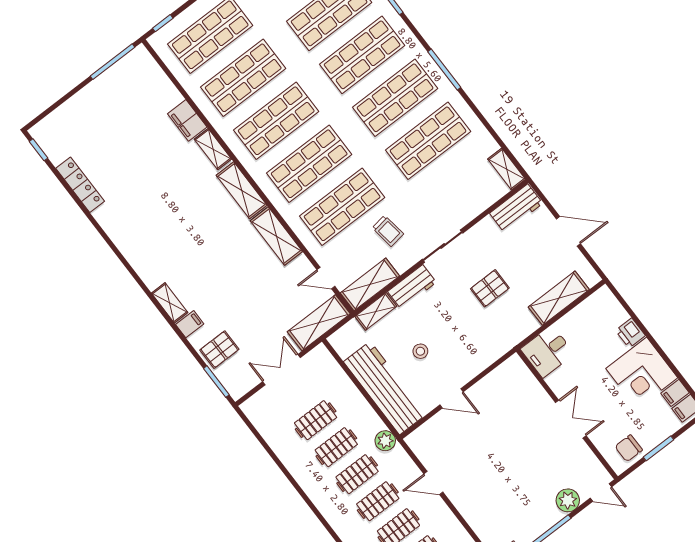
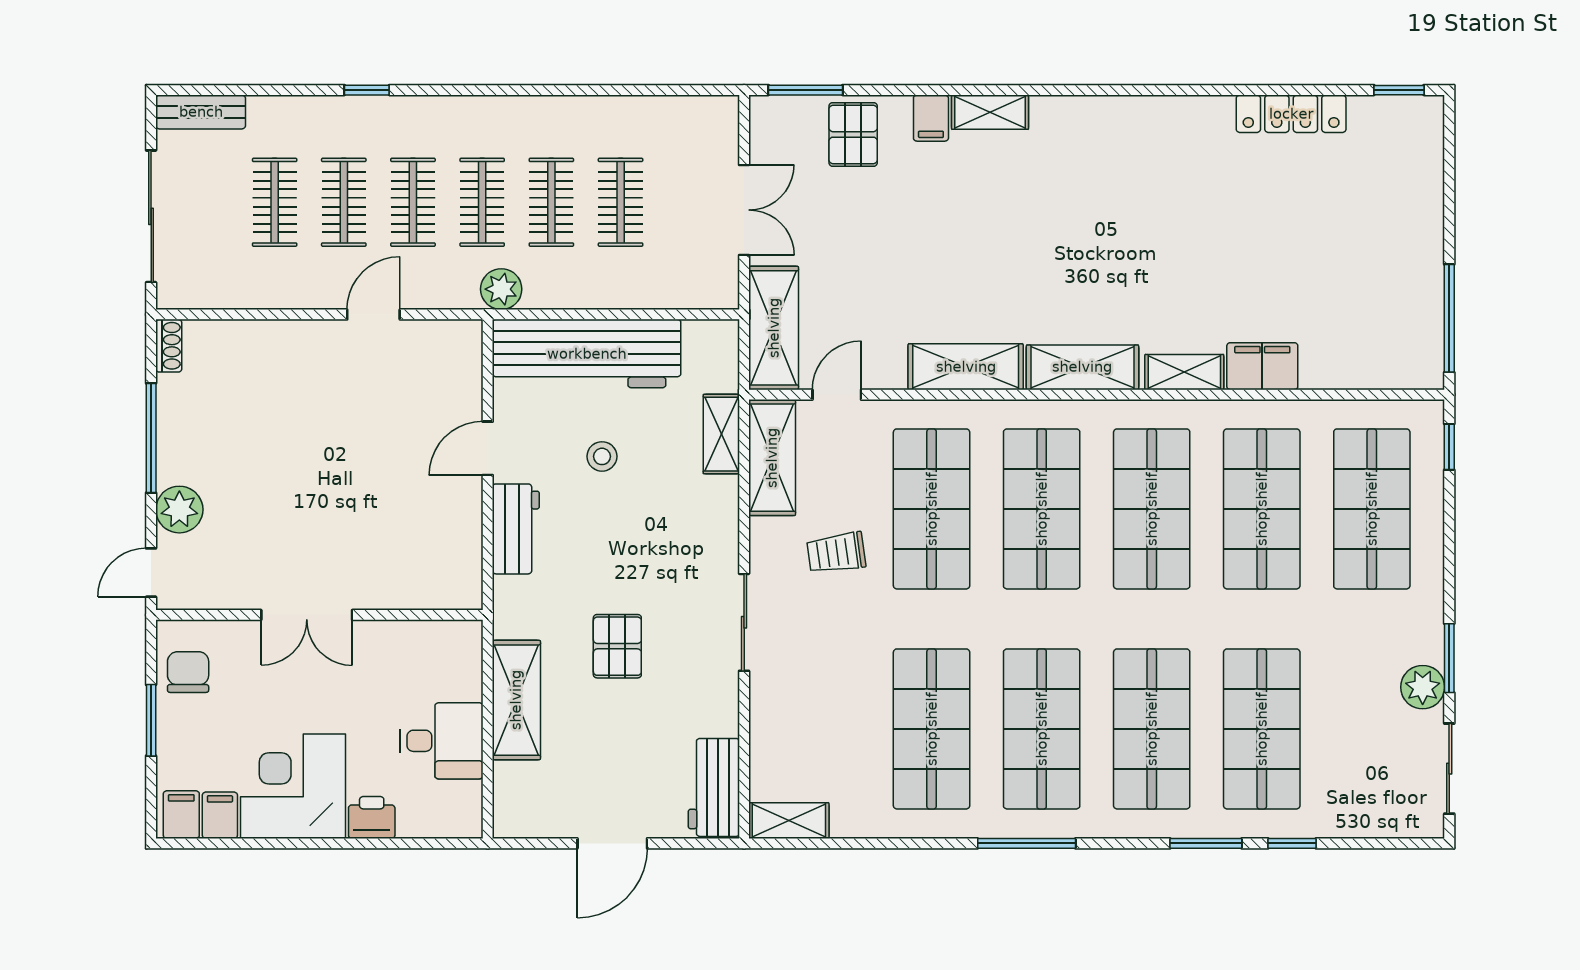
workbench: (412, 287) -> (516, 529), moved, turned 180
shelving: (559, 298) -> (516, 700), moved
desk: (547, 351) -> (442, 741), moved, turned 90

